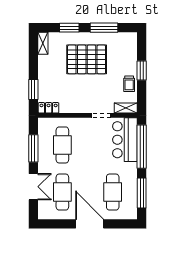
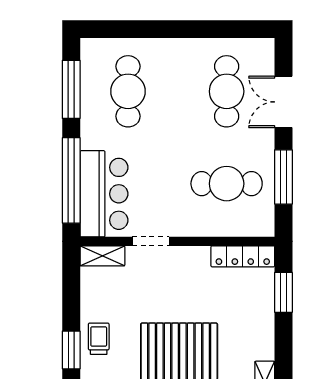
window: (142, 70) -> (71, 350), moved
trolley: (129, 84) -> (99, 339), moved
locker: (49, 108) -> (243, 256), width x1.53
cafe table: (62, 145) -> (227, 184), turned 90
door: (90, 224) -> (173, 29), removed

